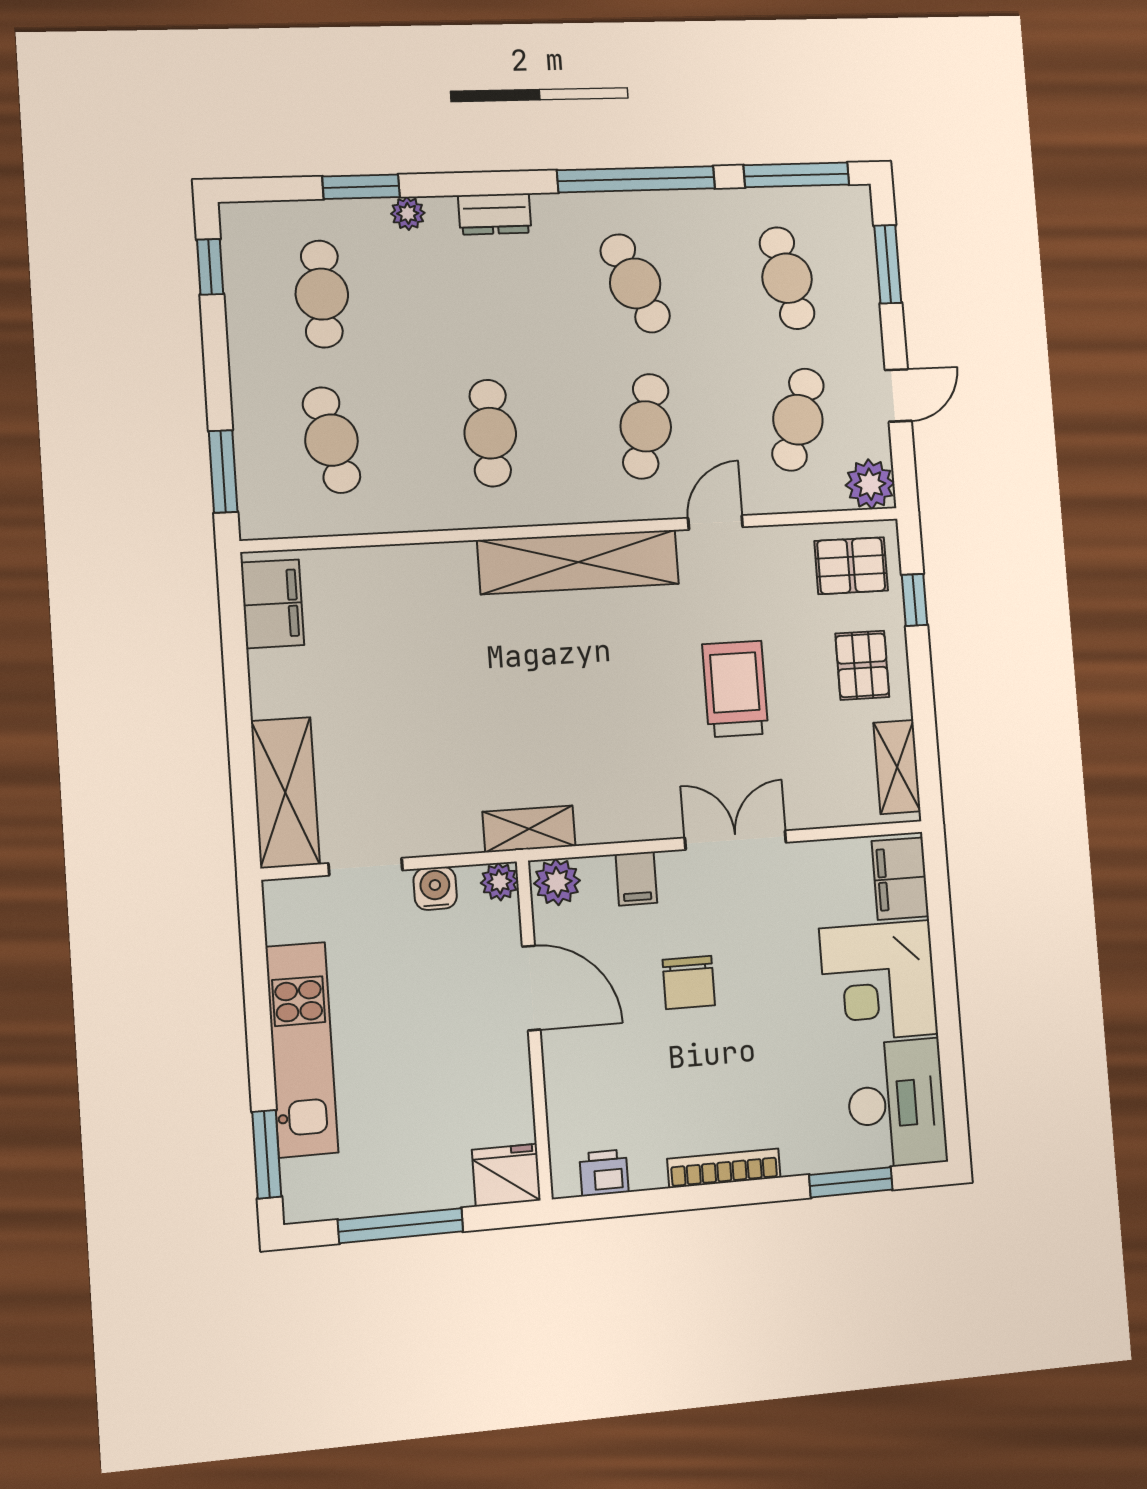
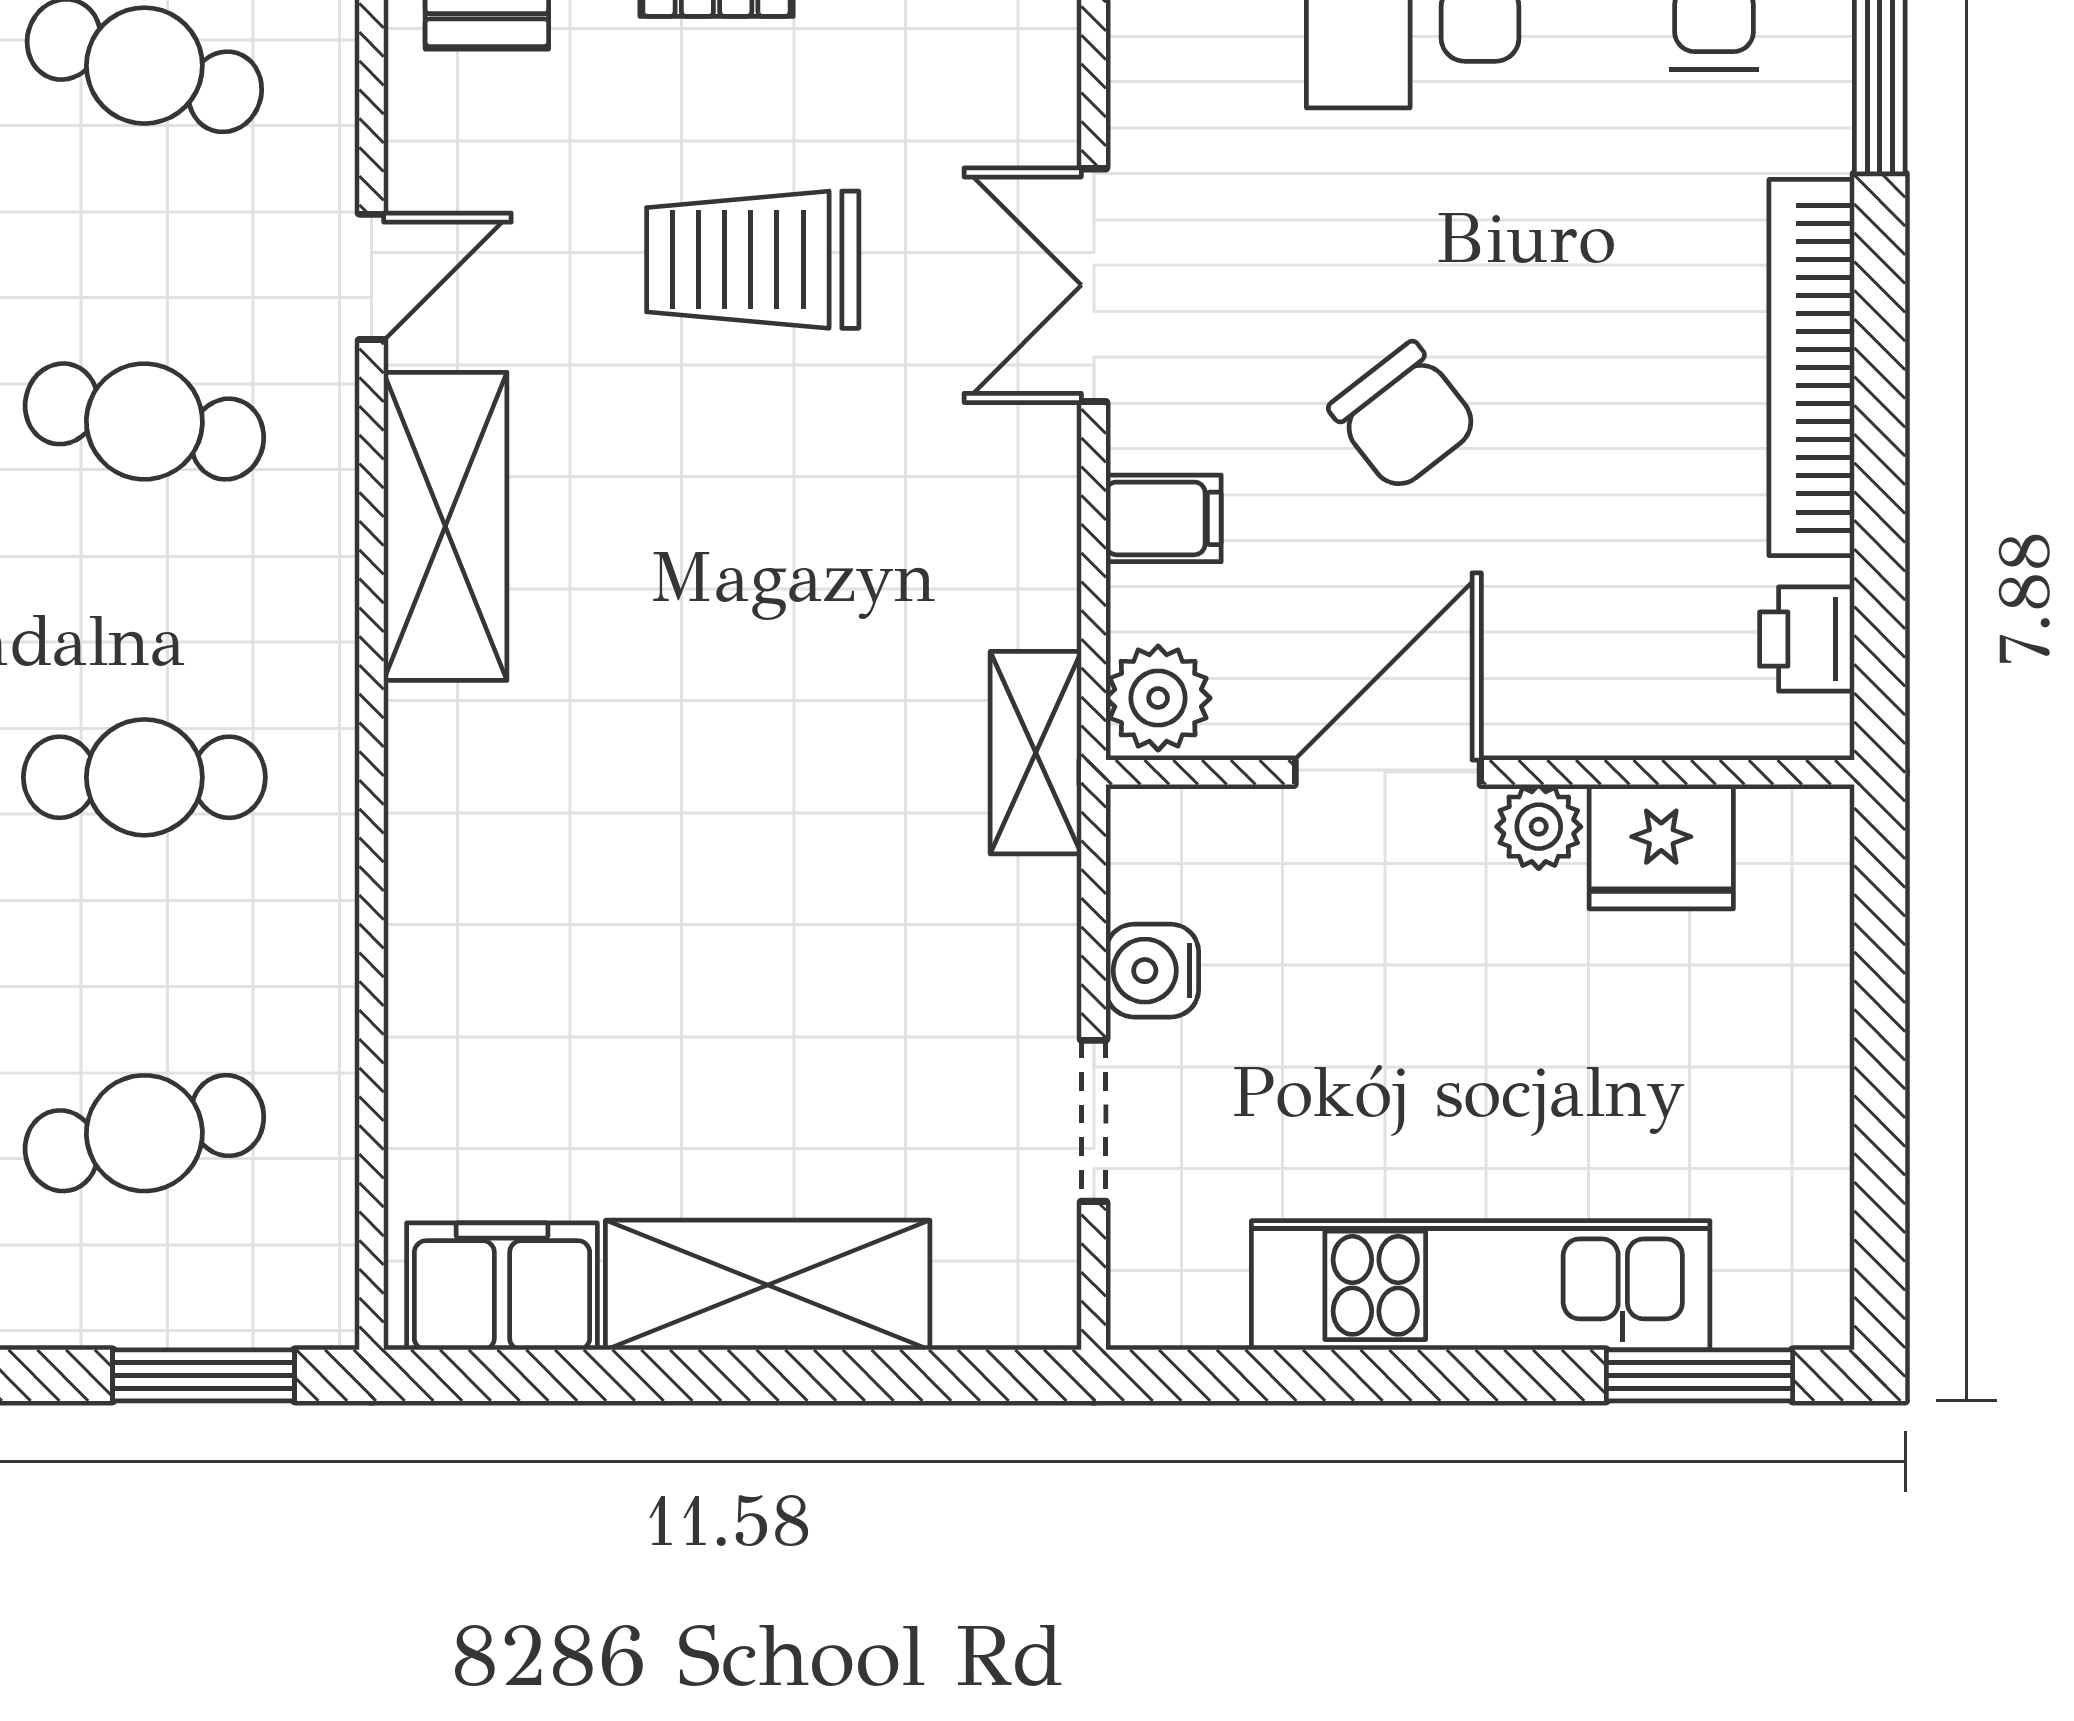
door: (715, 522) -> (371, 277), swing flipped
shelving: (578, 562) -> (445, 526), width x0.68
shelving: (285, 793) -> (768, 1285), moved
plant: (500, 882) -> (1539, 827), moved
chair: (689, 982) -> (1404, 417), turned 52
bookcase: (724, 1168) -> (1812, 368), width x1.48, depth x1.31
fridge: (506, 1175) -> (1661, 847), moved, turned -90
window: (401, 1226) -> (1880, 1096), removed

